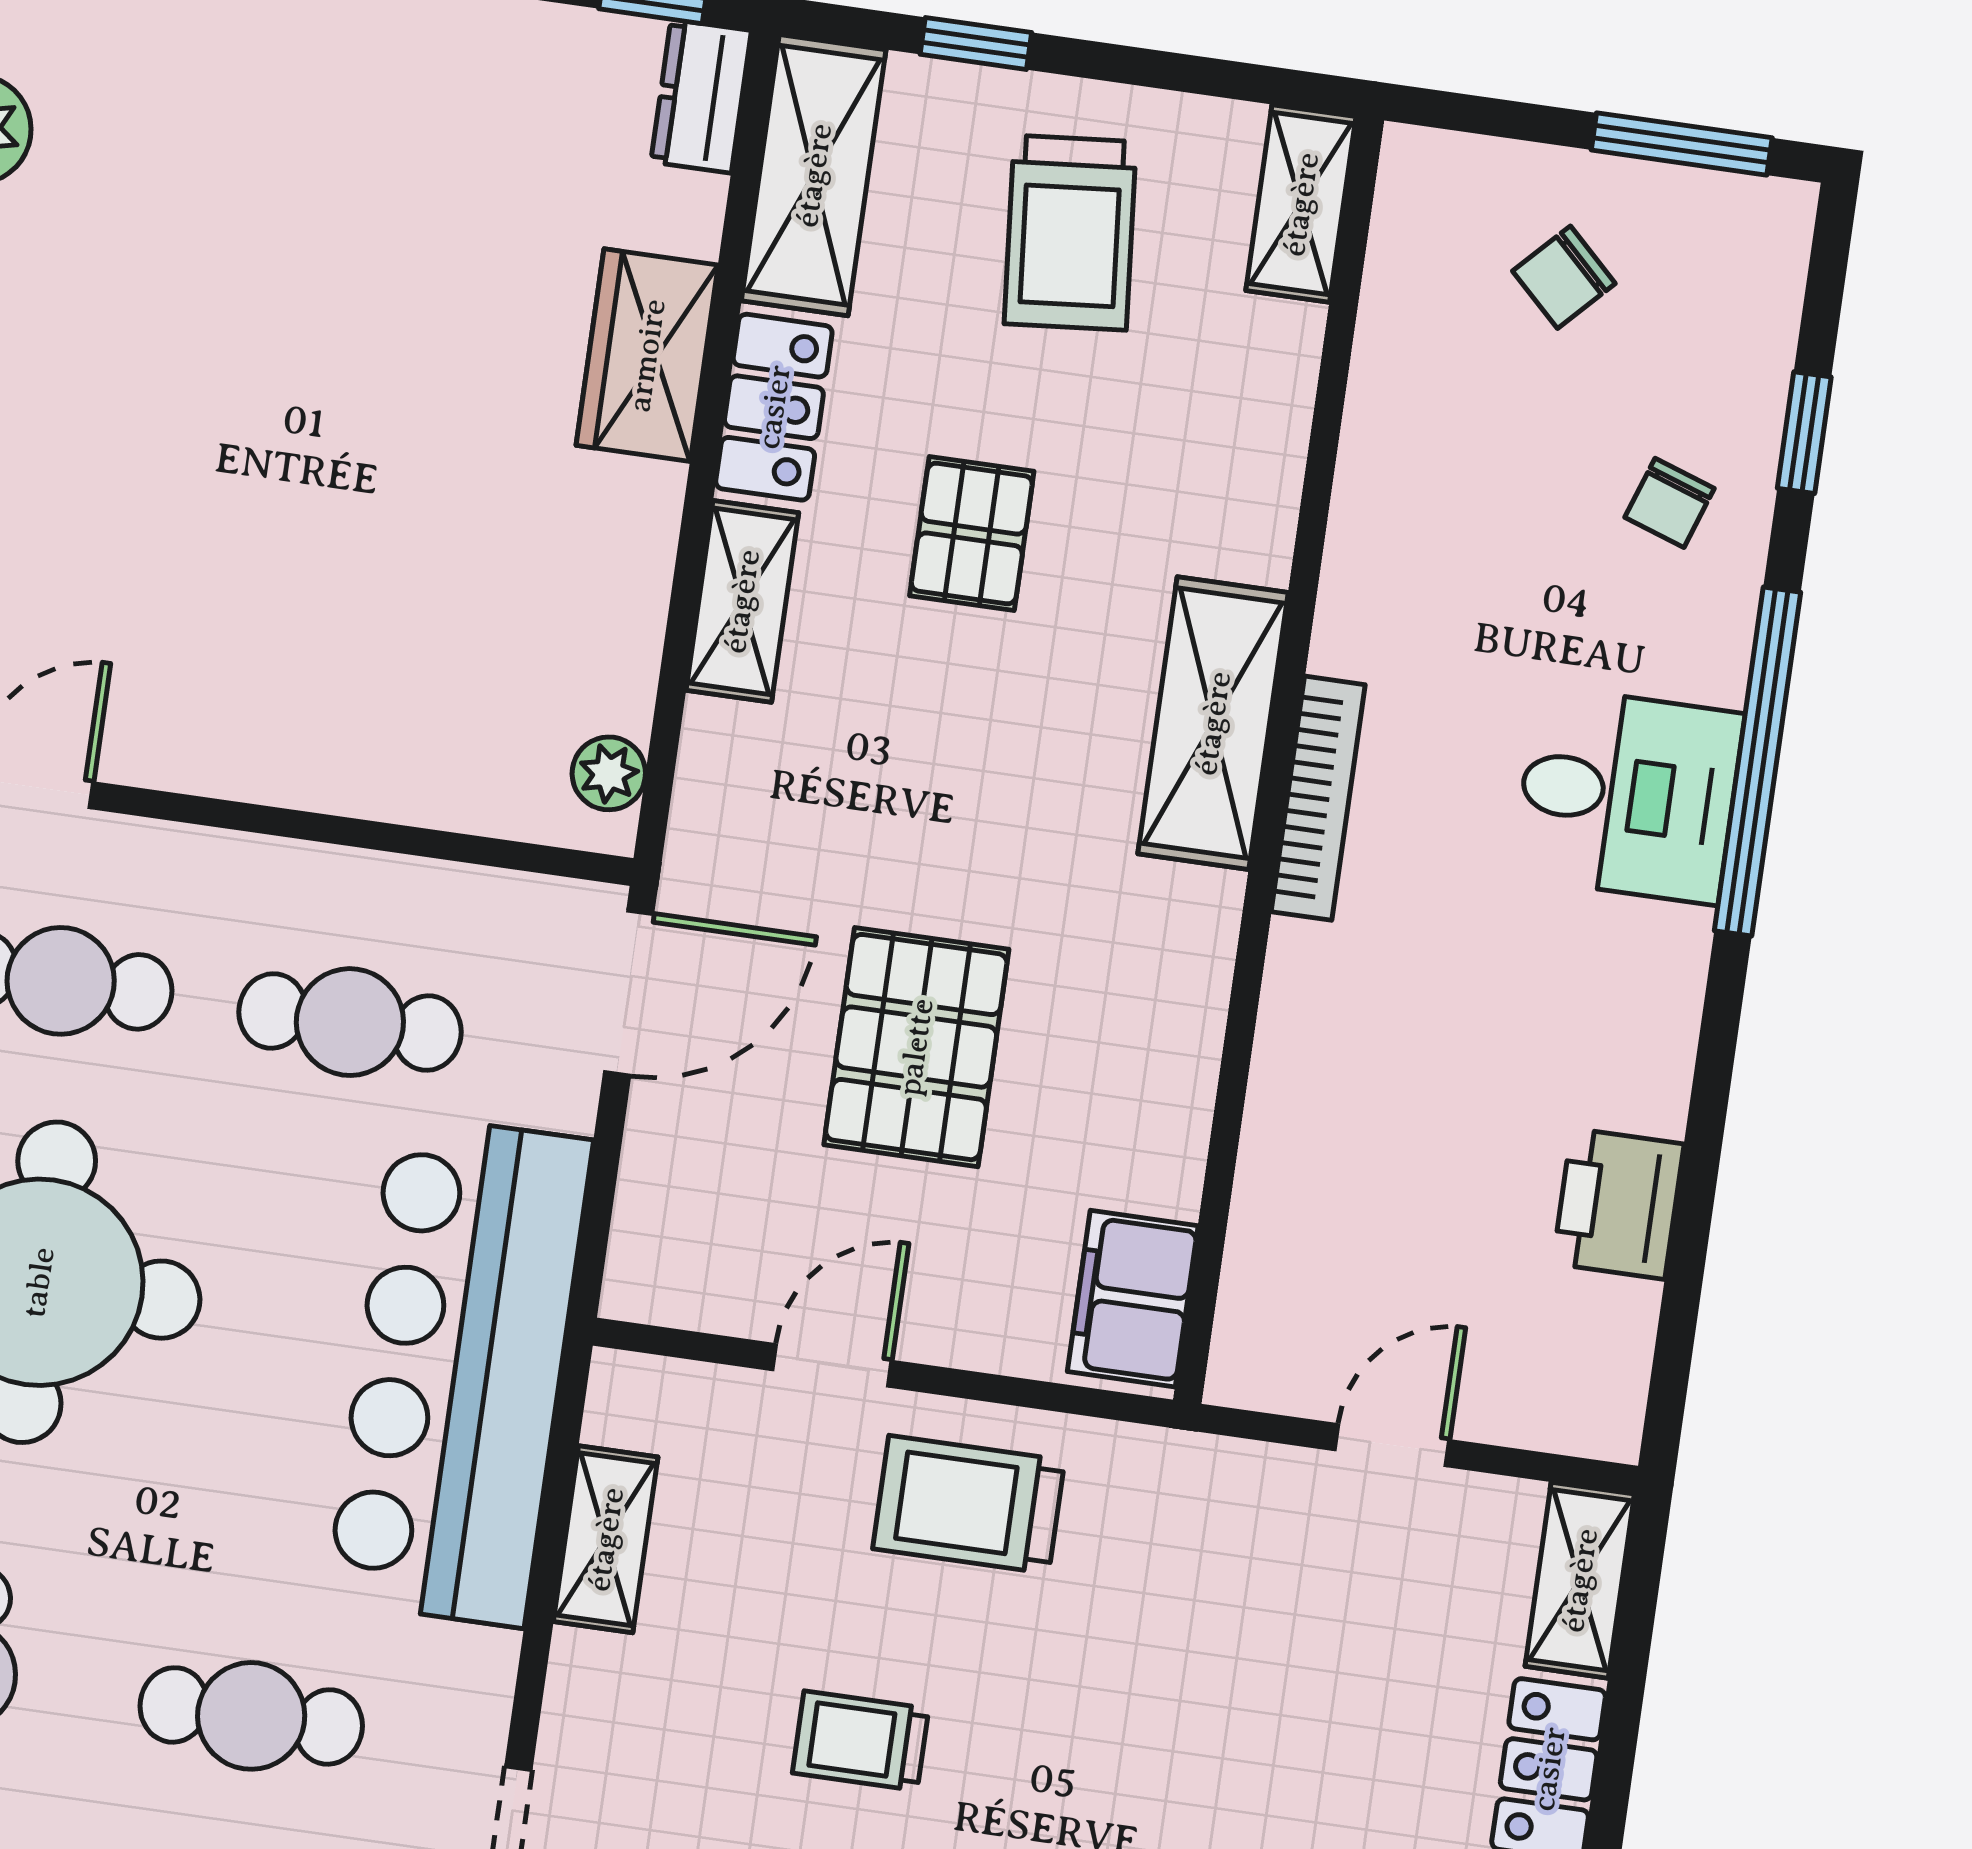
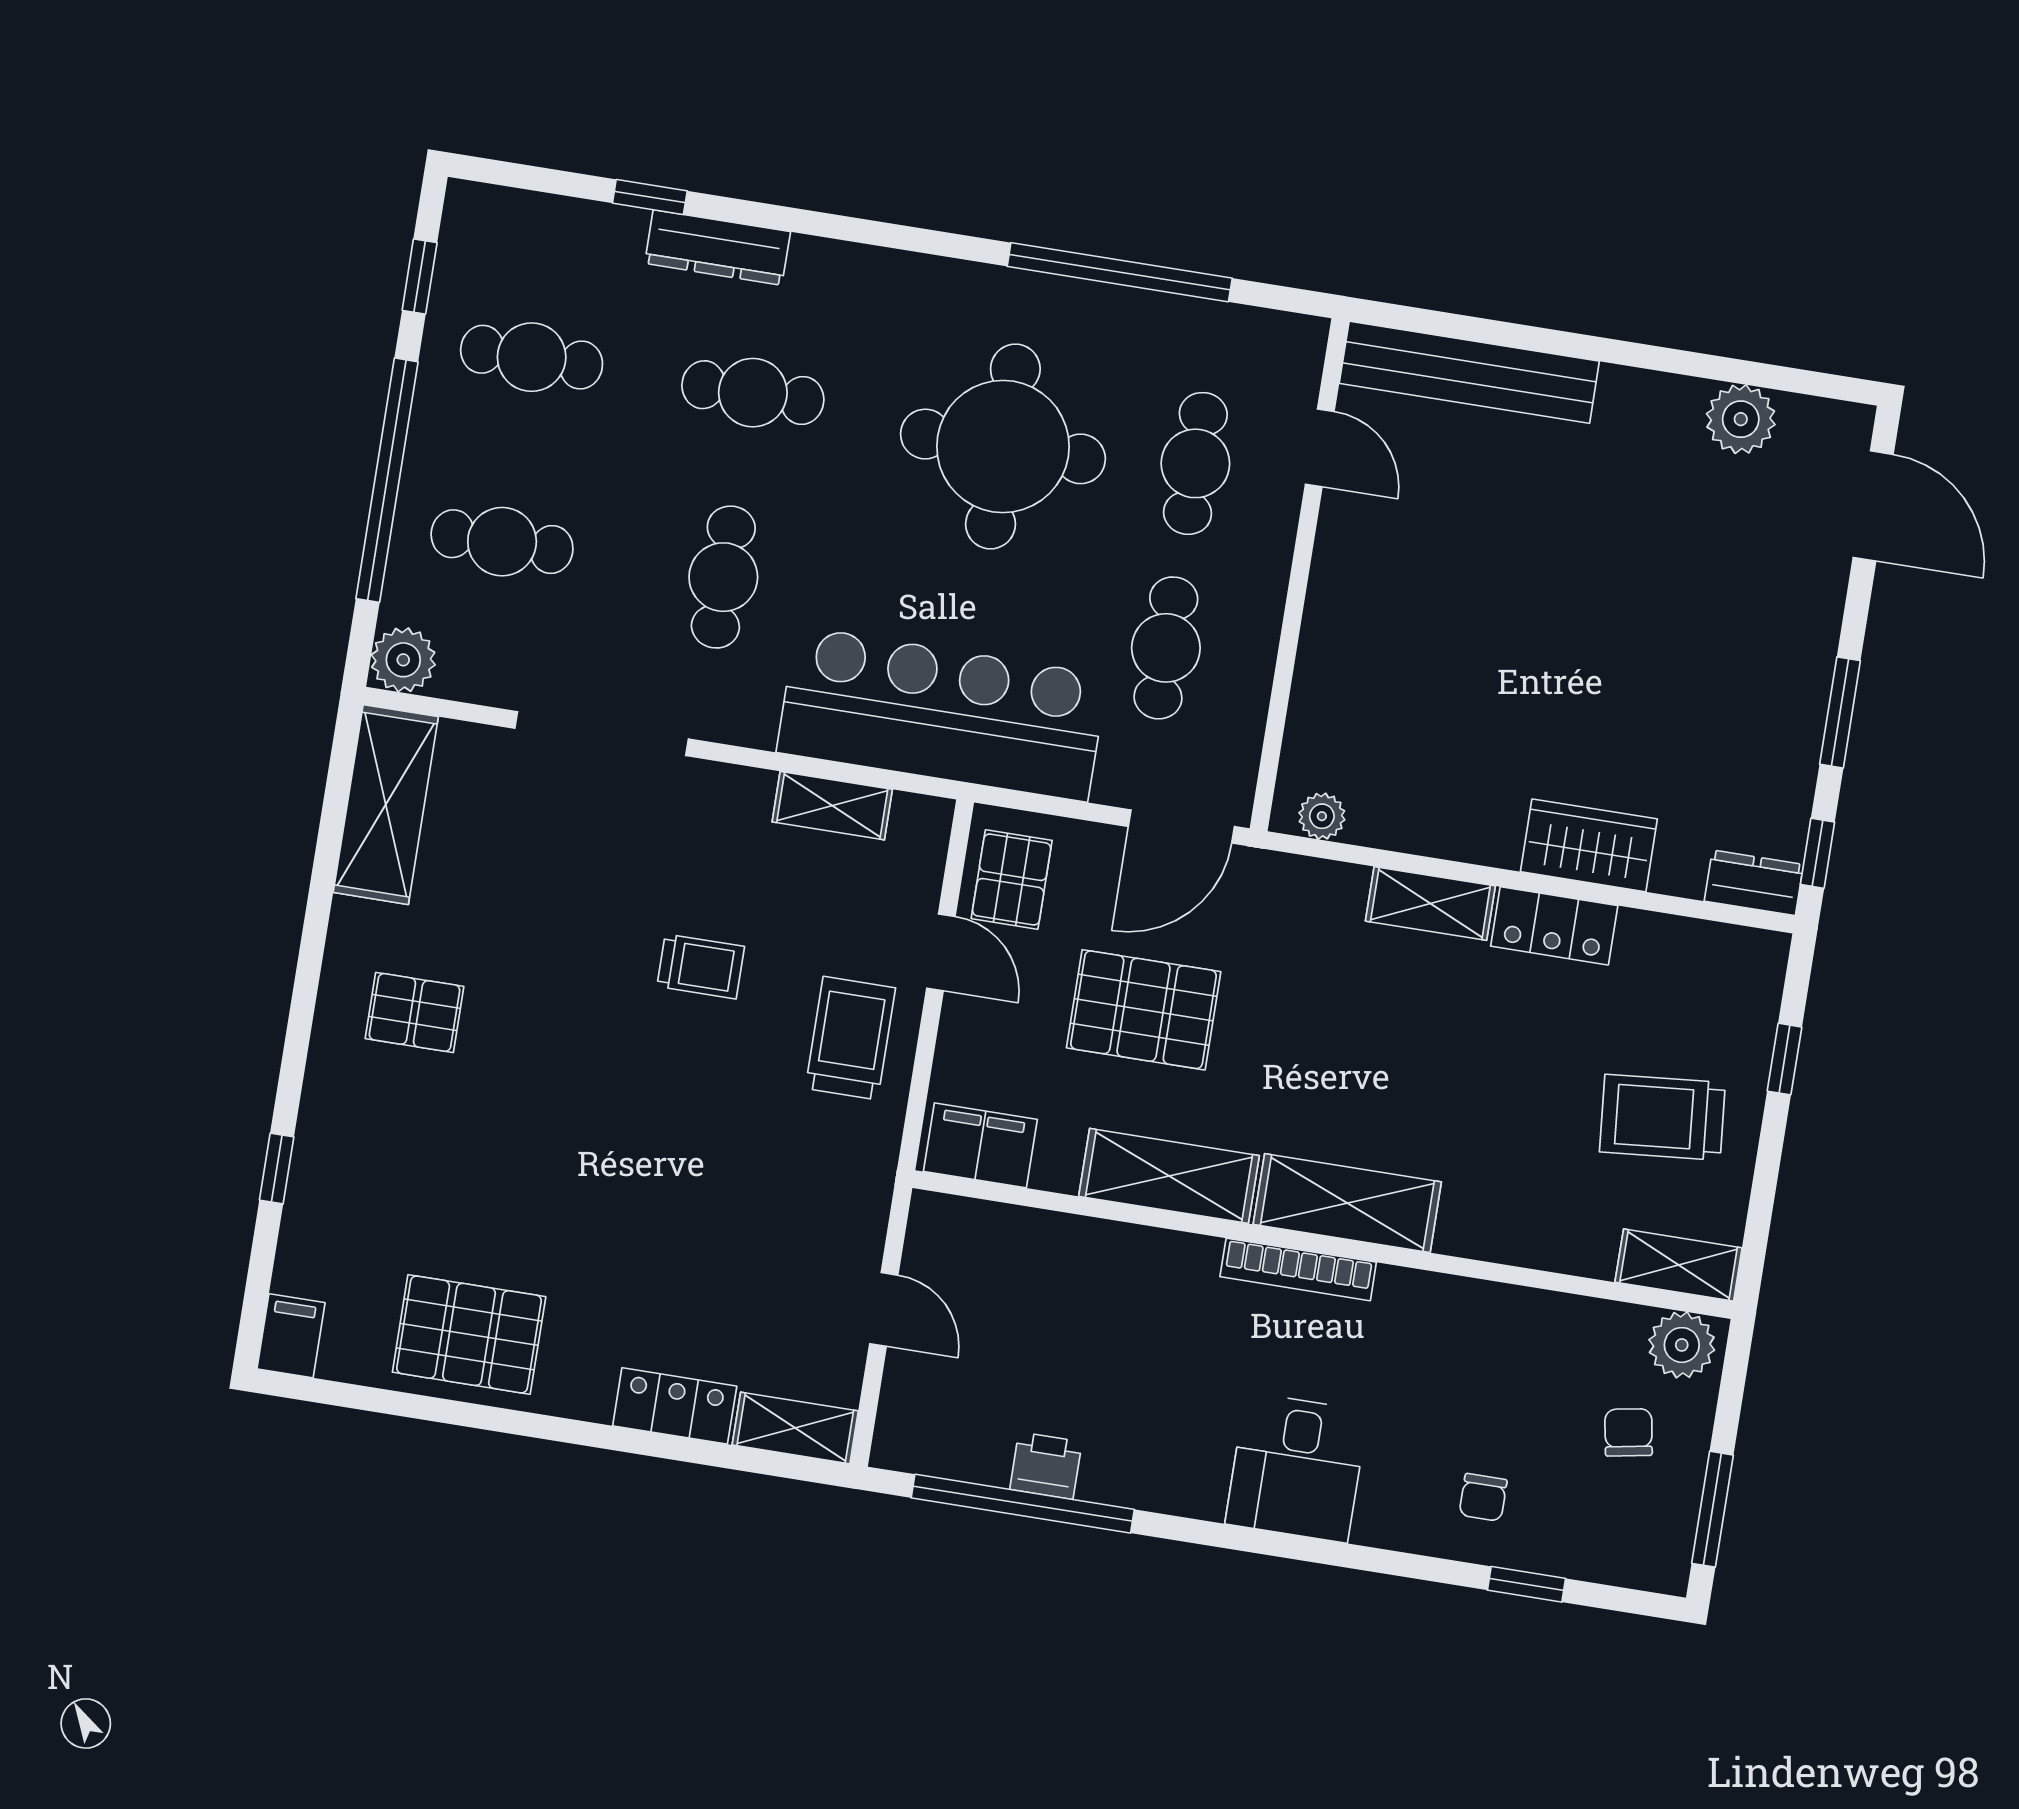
shelving: (814, 175) -> (1169, 1176), moved
plant: (1426, 196) -> (1682, 1345), added
chair: (1564, 277) -> (1629, 1432), turned 36
chair: (1670, 503) -> (1483, 1497), turned -109
pallet: (972, 533) -> (1012, 879), moved, turned 90
window: (1757, 761) -> (1023, 1504), moved
door: (629, 993) -> (1181, 826), hinge flipped
printer: (1618, 1204) -> (1046, 1466), width x0.73, depth x0.81
trolley: (861, 1741) -> (701, 966), turned 90

